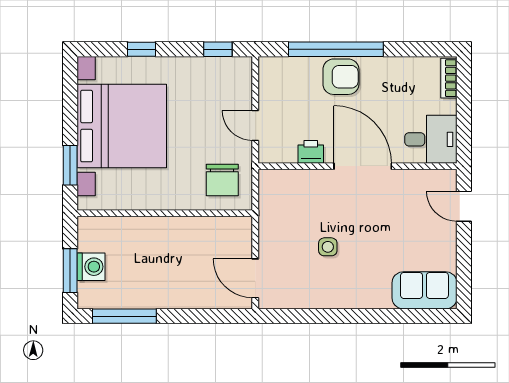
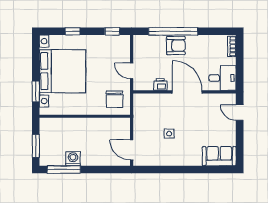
washing machine: (91, 267) -> (73, 159), moved, turned -90

